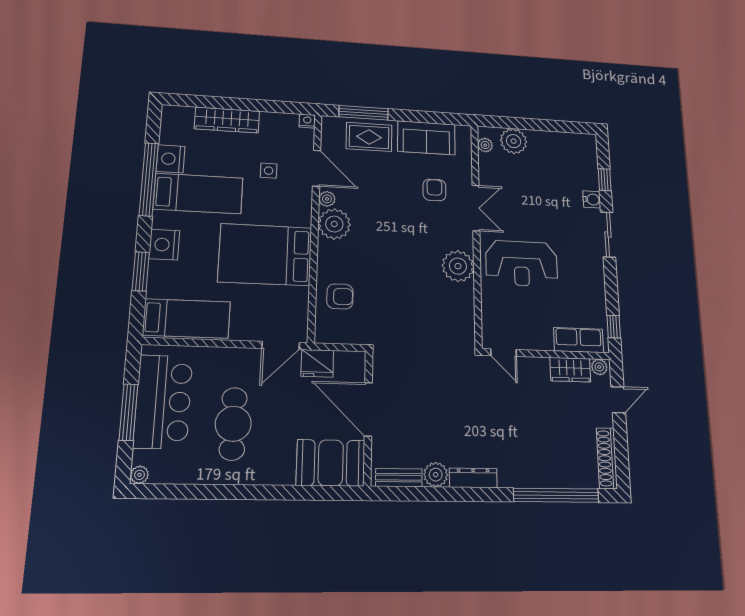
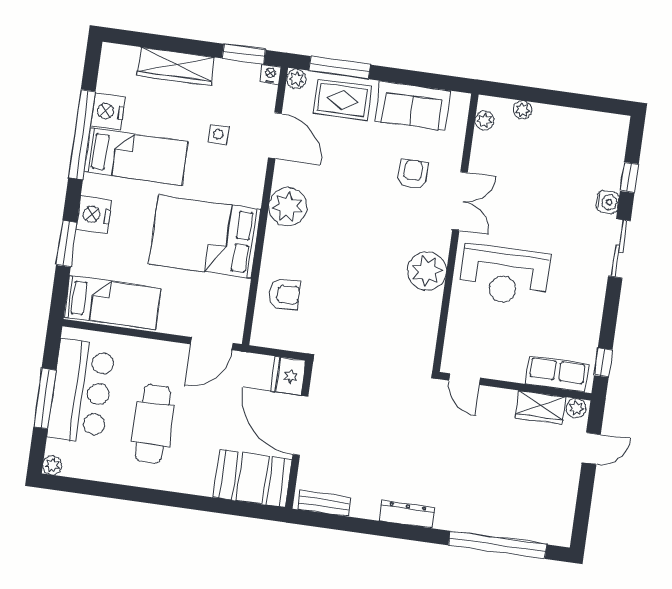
window: (283, 107) -> (244, 54), added
plant: (514, 141) -> (523, 110), width x0.53, depth x0.53
plant: (327, 199) -> (296, 79), moved
fridge: (317, 363) -> (288, 376), moved, turned 90
shoe rack: (607, 458) -> (564, 512), removed
plant: (436, 475) -> (366, 505), removed

